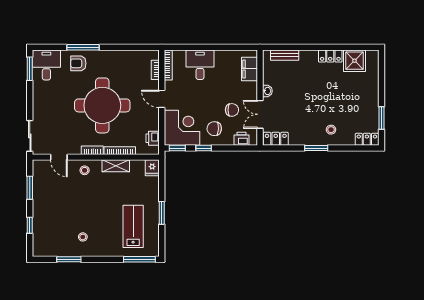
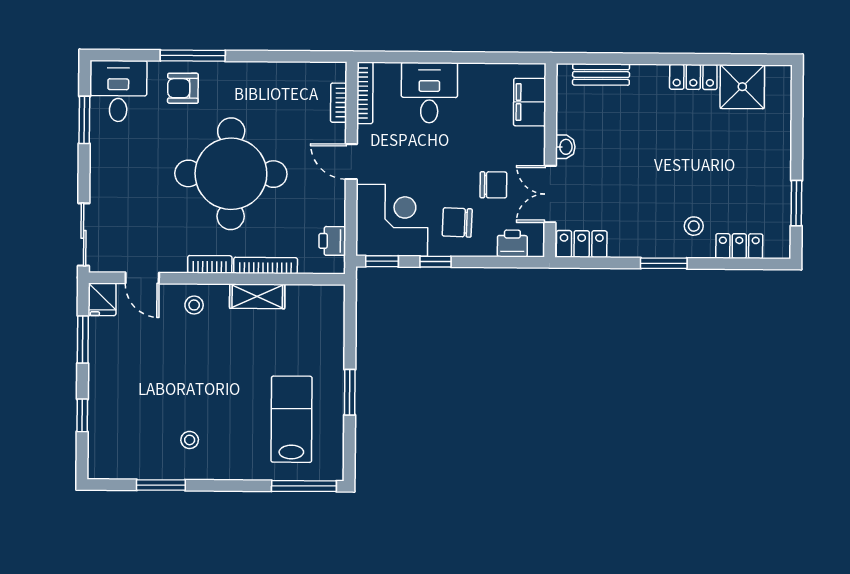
window: (30, 69) -> (84, 120), moved
locker: (367, 139) -> (739, 246), moved
fridge: (152, 168) -> (102, 299), moved

